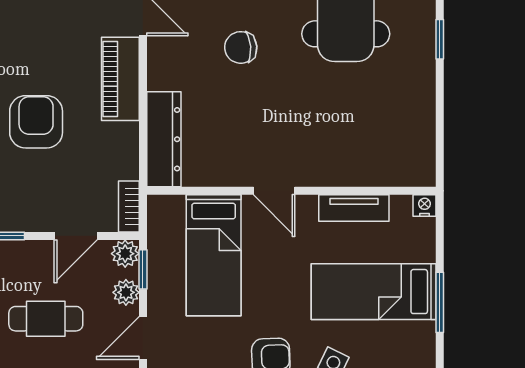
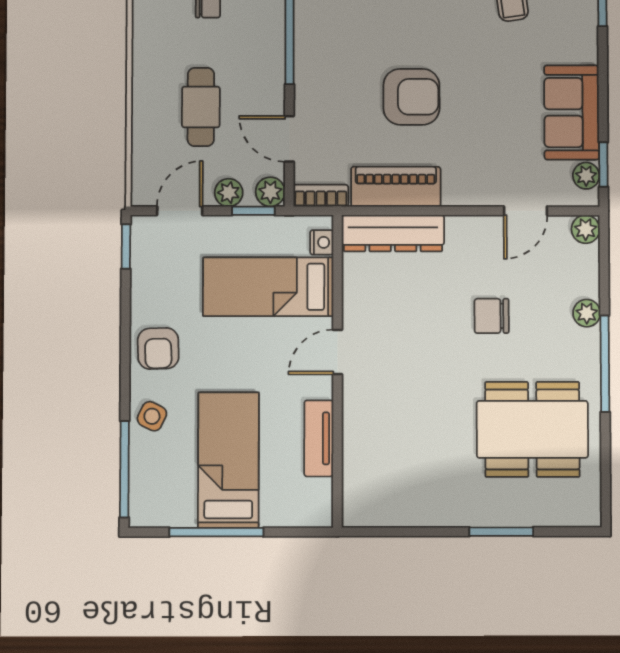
window: (440, 39) -> (501, 532), width x1.50
chair: (241, 47) -> (492, 316), turned -85
piano: (120, 79) -> (396, 187), moved
nightstand: (425, 205) -> (322, 242), moved
window: (440, 302) -> (216, 532), width x1.44
door: (143, 338) -> (180, 211), hinge flipped

